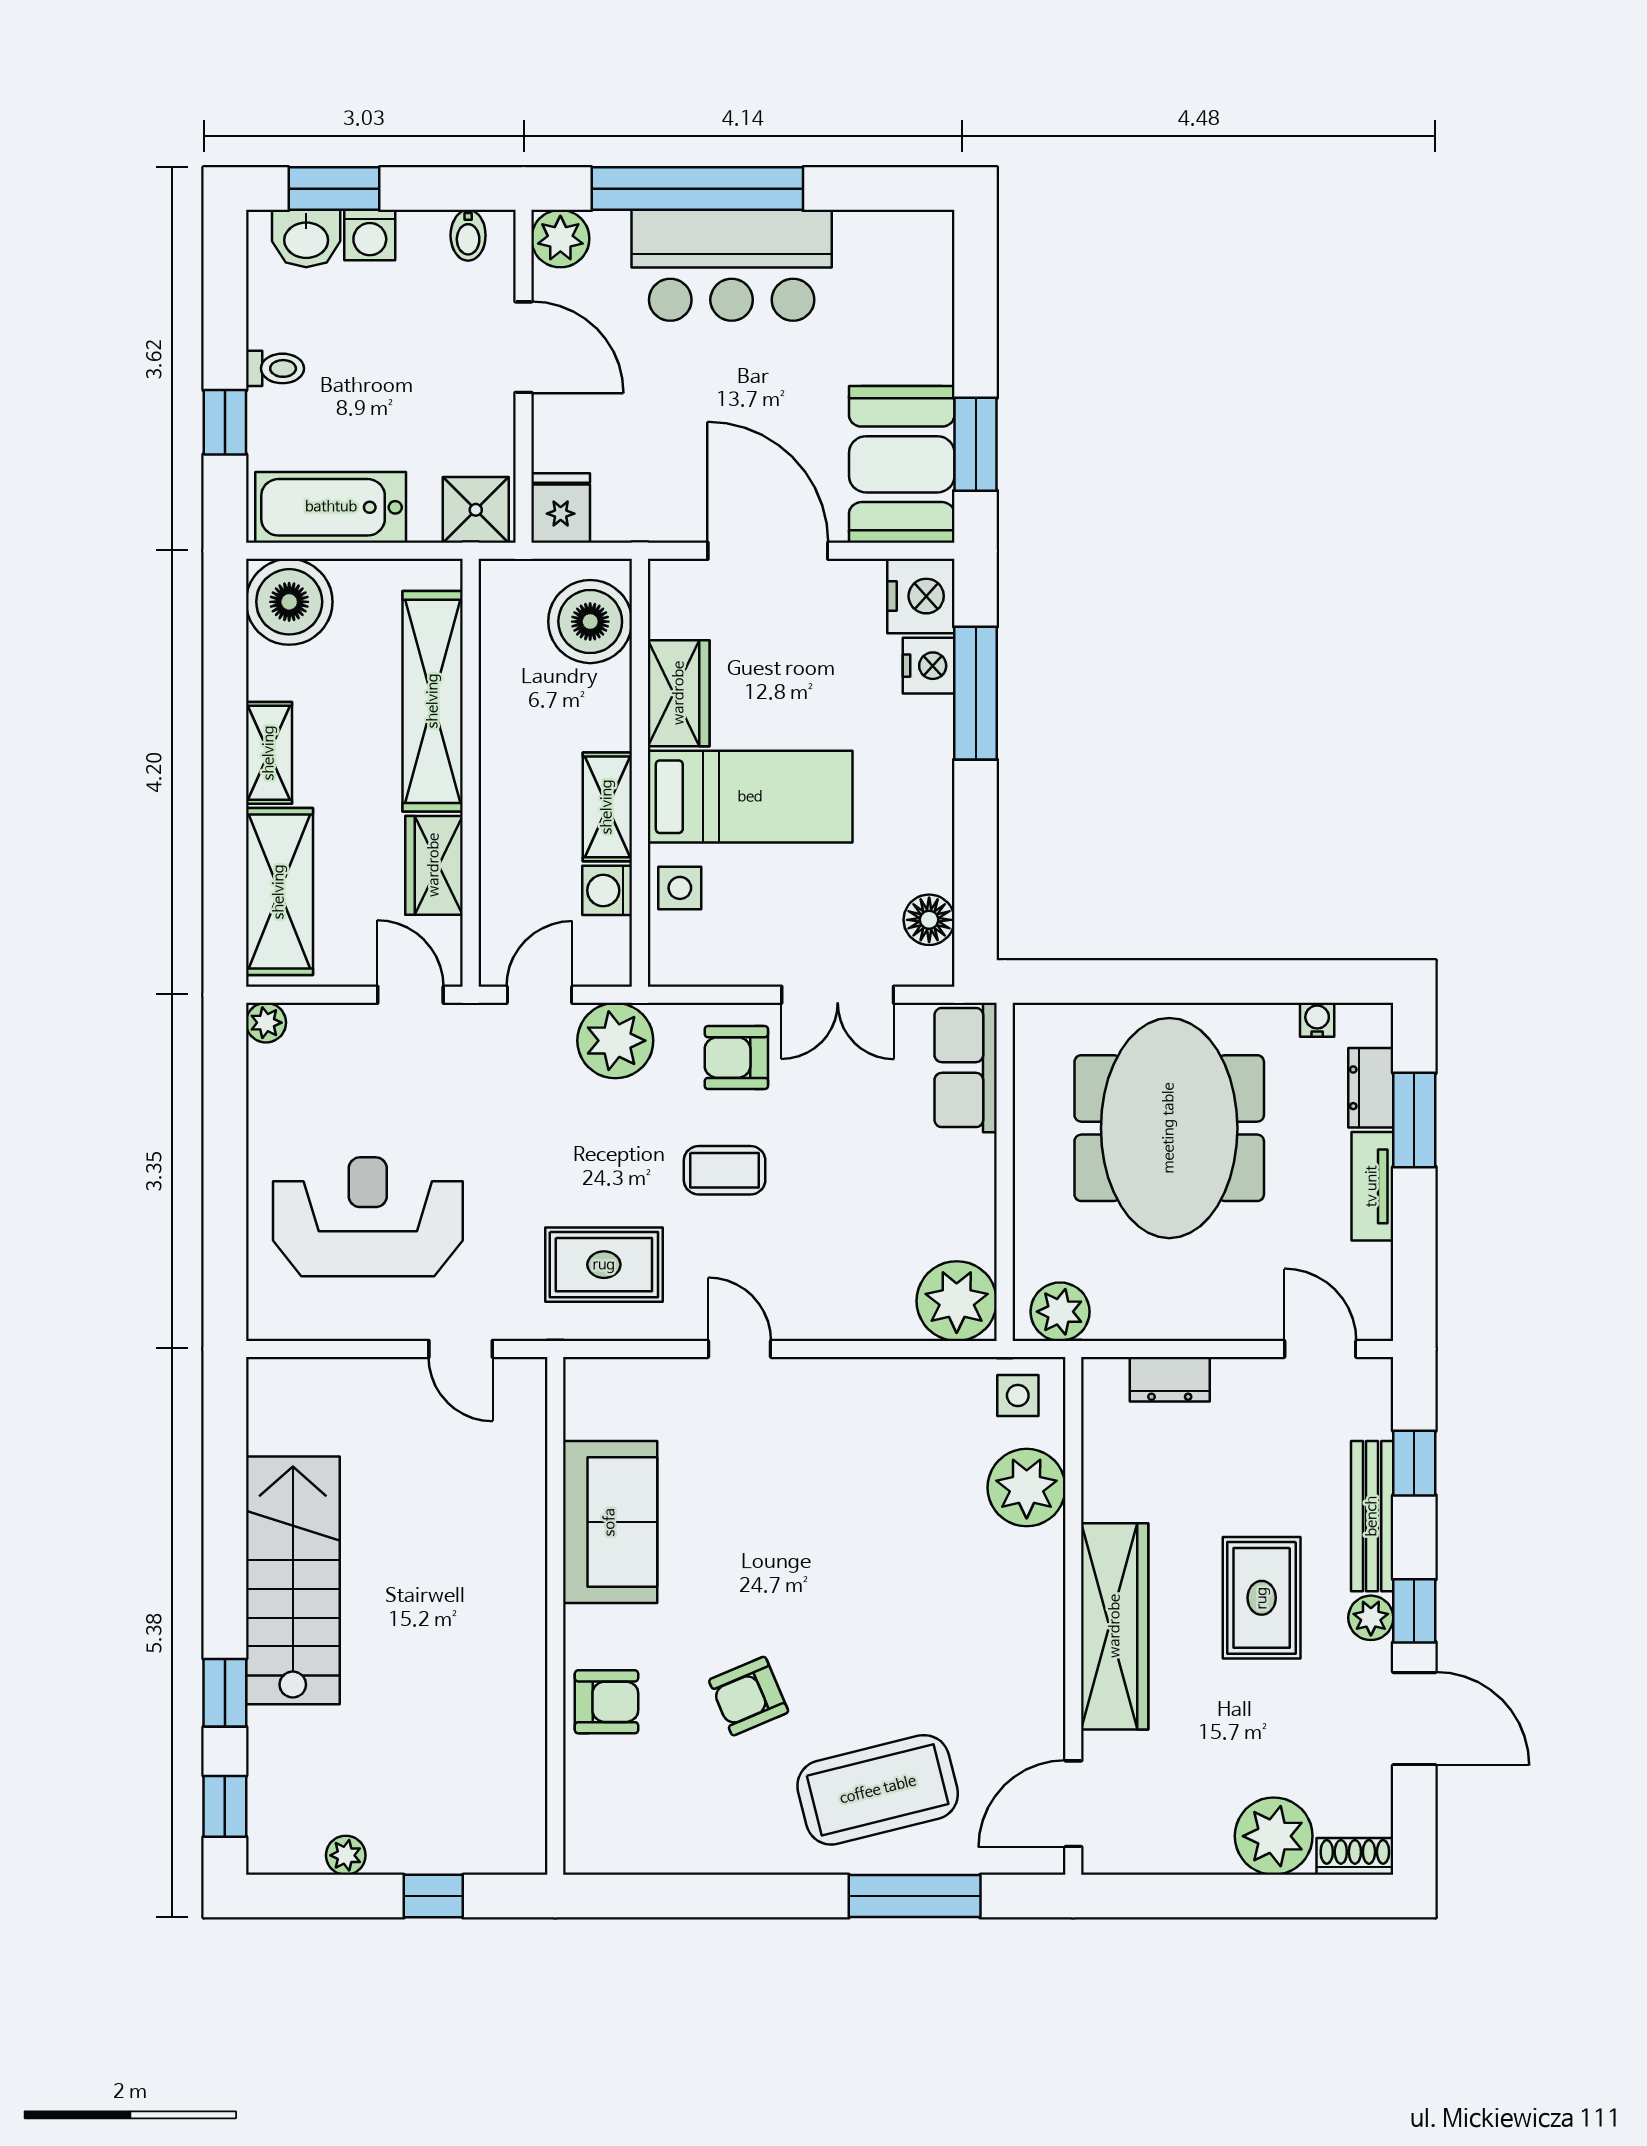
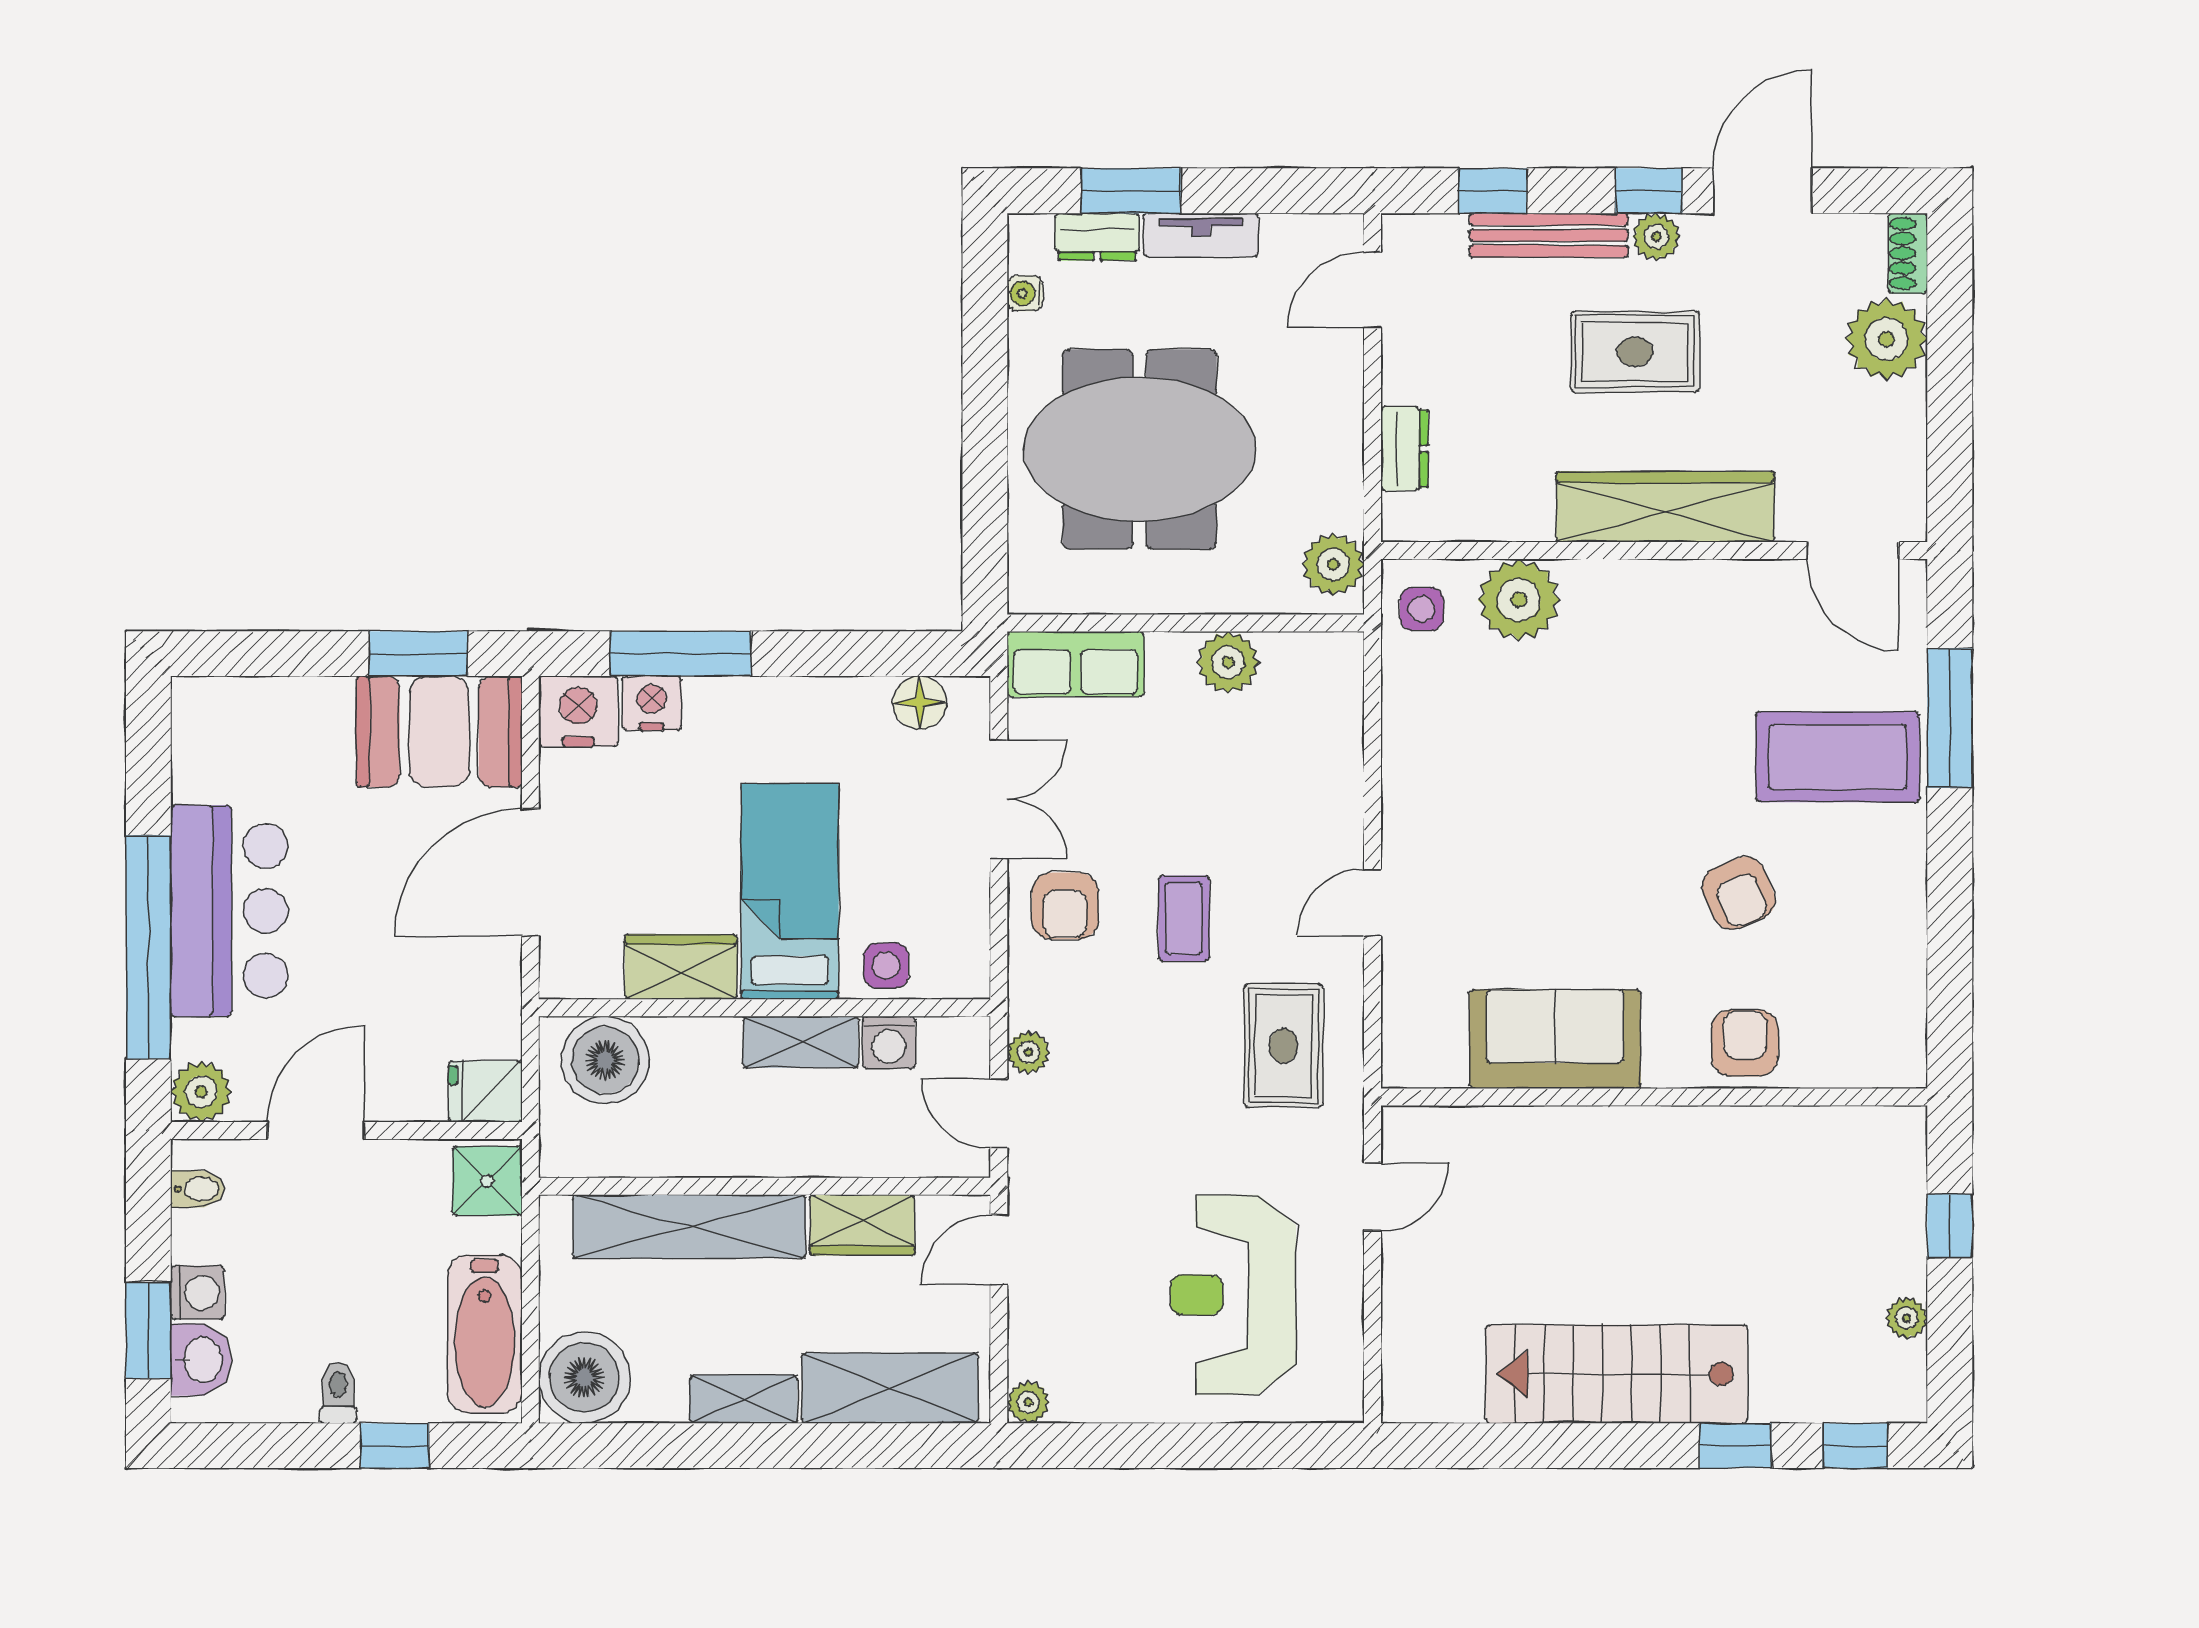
plant: (615, 1041) -> (1029, 1052), width x0.53, depth x0.53
plant: (957, 1301) -> (1228, 662), moved, width x0.73, depth x0.73
coffee table: (878, 1790) -> (1838, 757), turned -76

